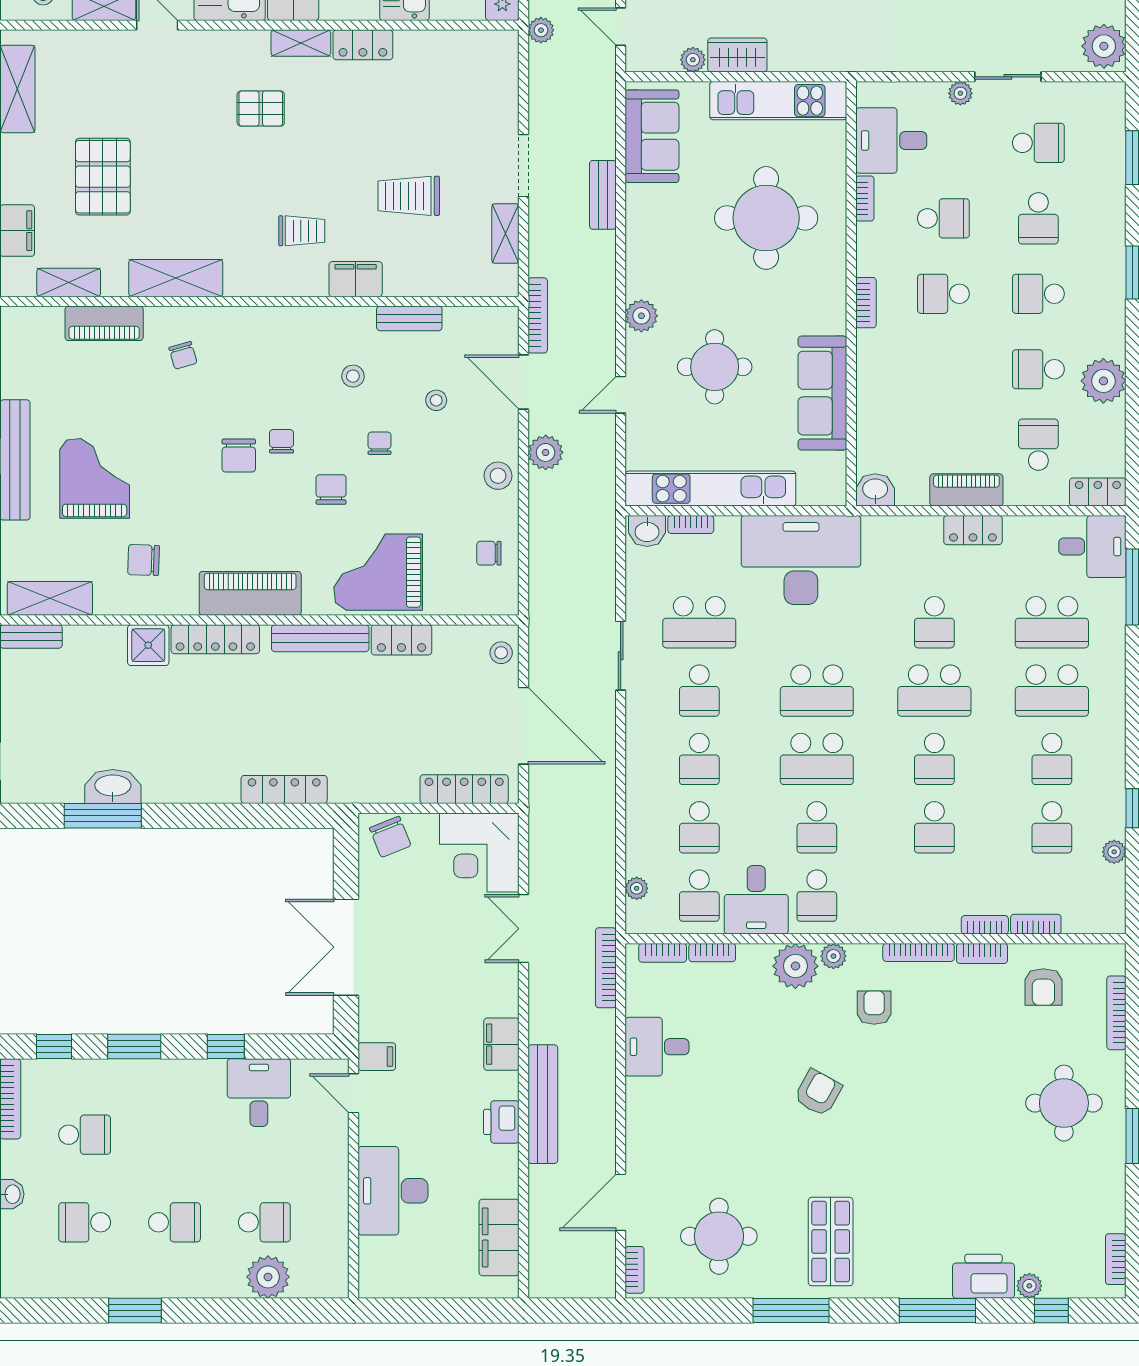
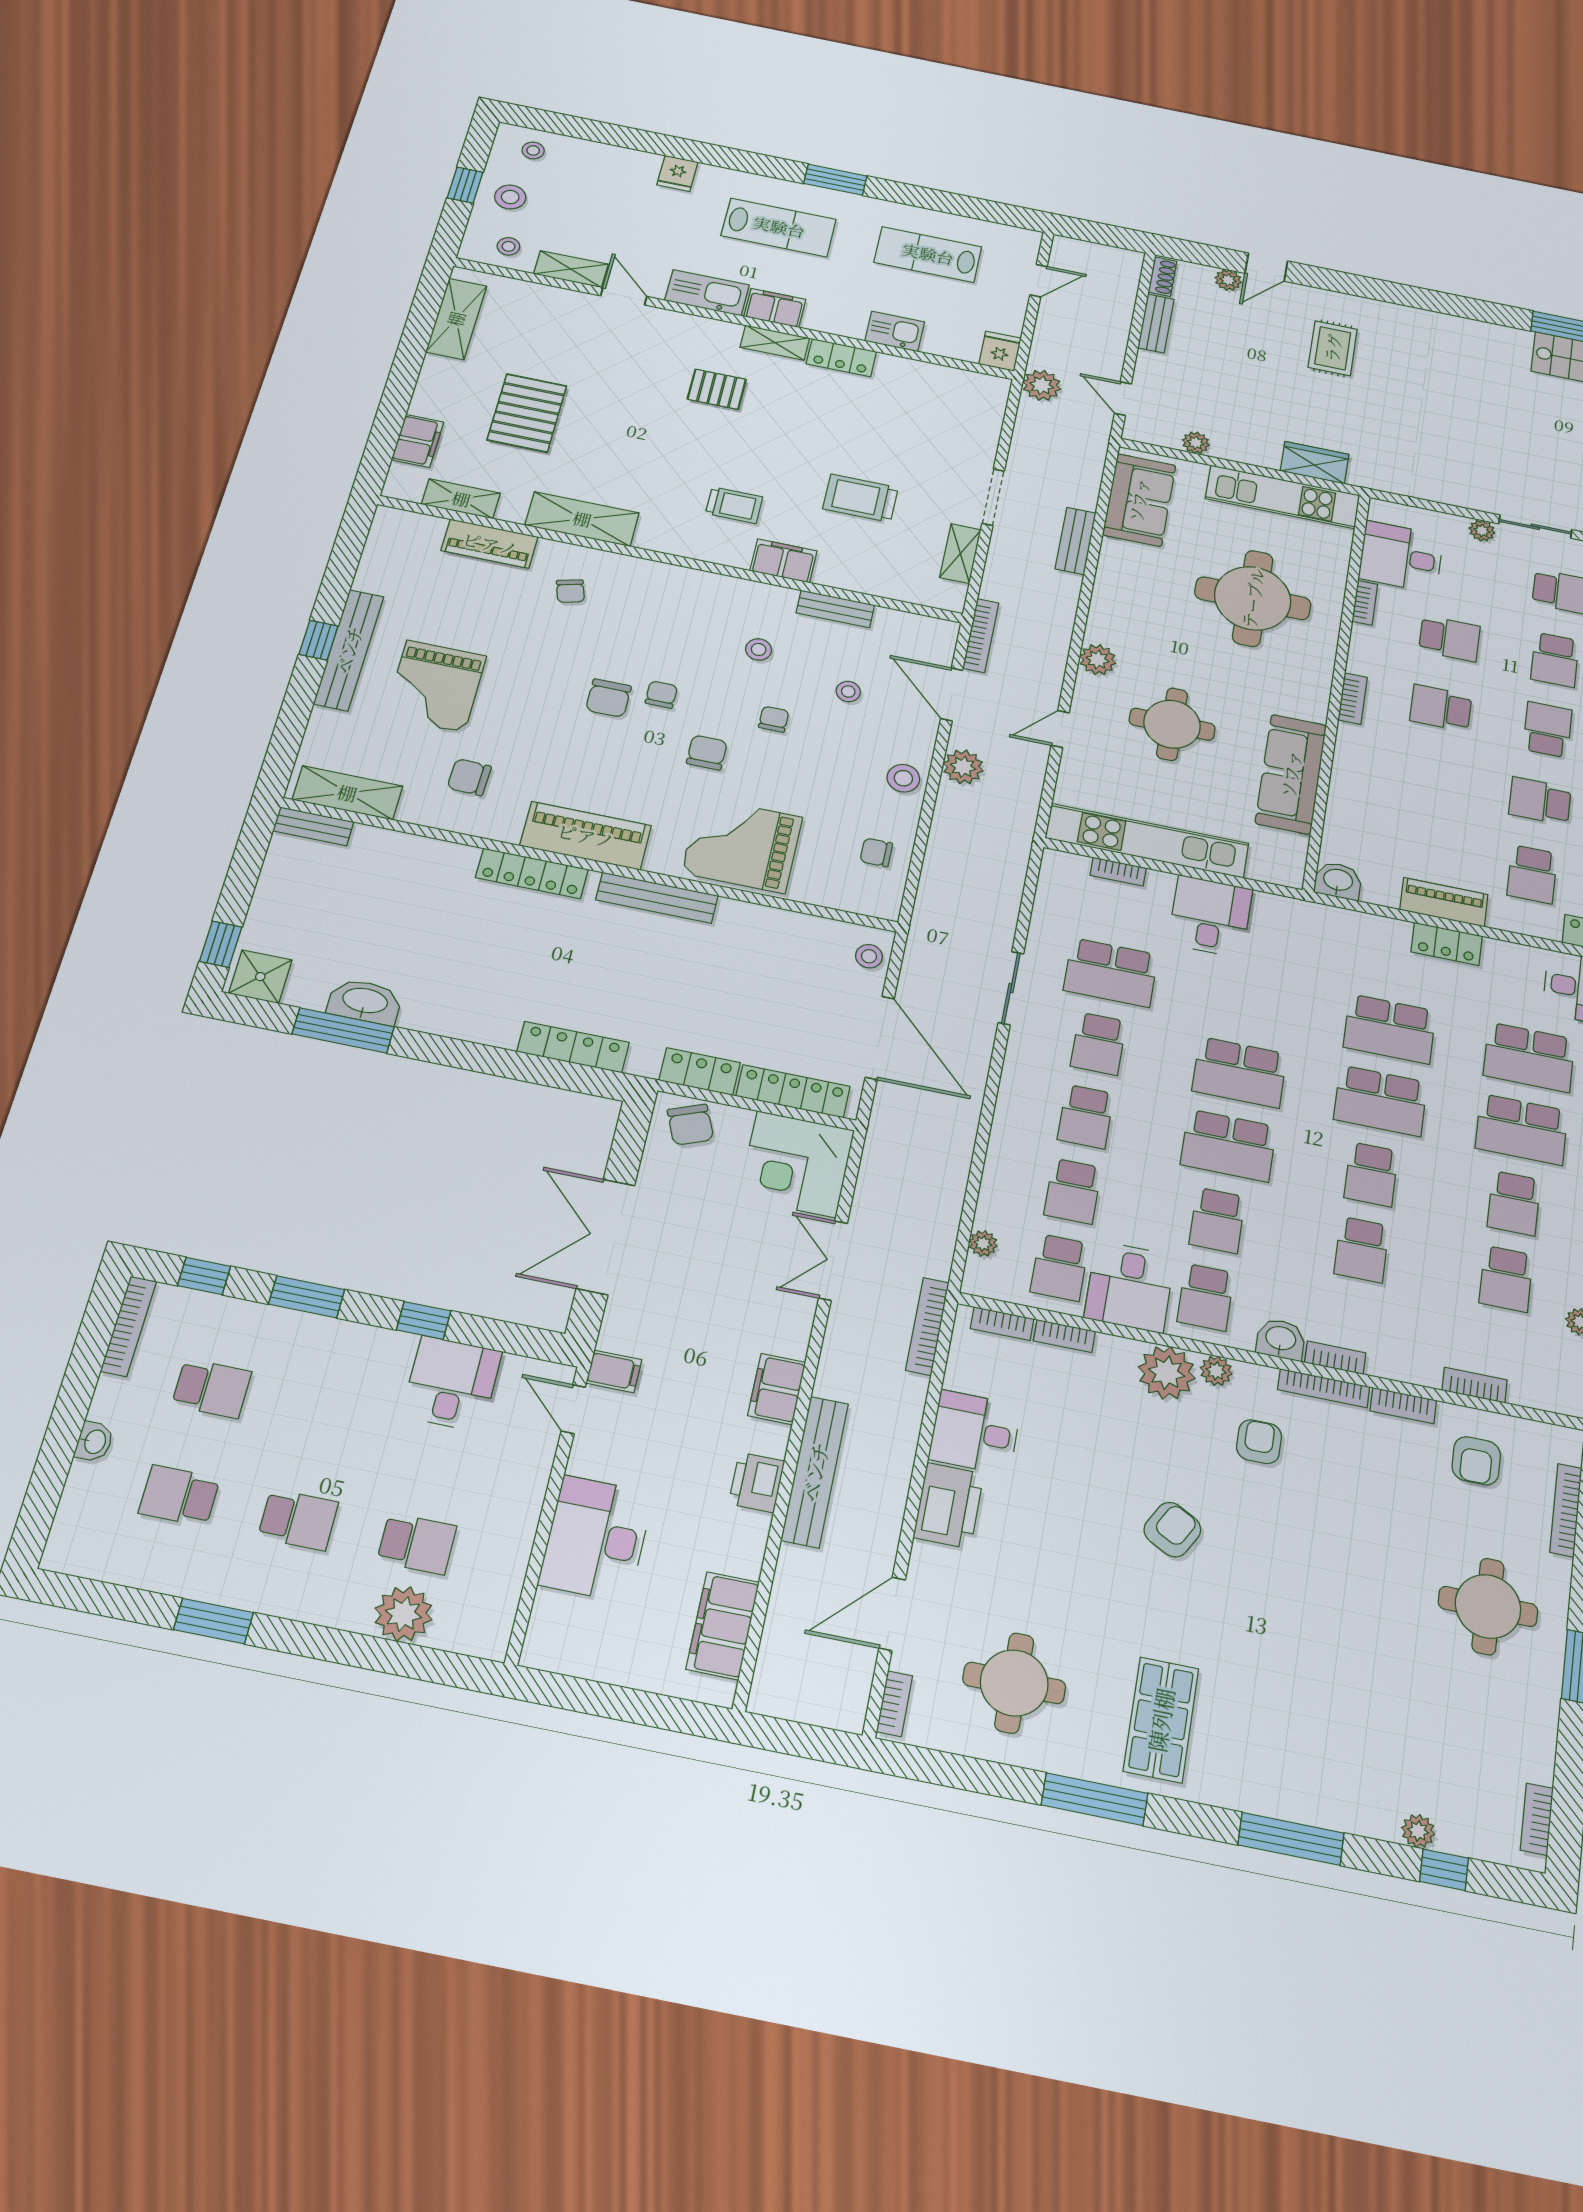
plant: (541, 30) -> (1042, 385), width x1.38, depth x1.38
wardrobe: (737, 55) -> (1315, 463), moved
school desk: (1038, 294) -> (1547, 730), turned 90
school desk: (1038, 445) -> (1532, 874), turned 180
grand piano: (95, 478) -> (435, 686), turned 180
washbasin: (647, 531) -> (1281, 1339), moved, turned 180
desk: (801, 560) -> (1210, 916), width x0.53, depth x0.77
school desk: (934, 622) -> (1390, 1029), width x1.85
locker: (401, 640) -> (700, 1071), moved, turned 180
shower: (148, 645) -> (260, 977), moved
bookcase: (985, 925) -> (1335, 1358), moved
printer: (983, 1276) -> (949, 1505), moved, turned 90

